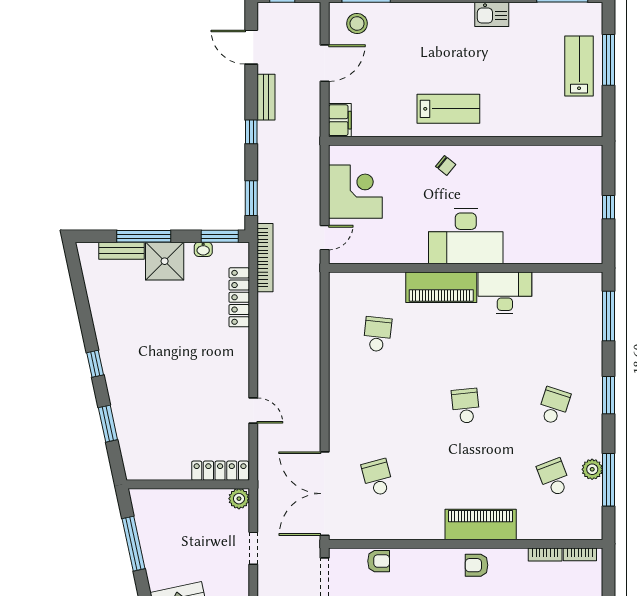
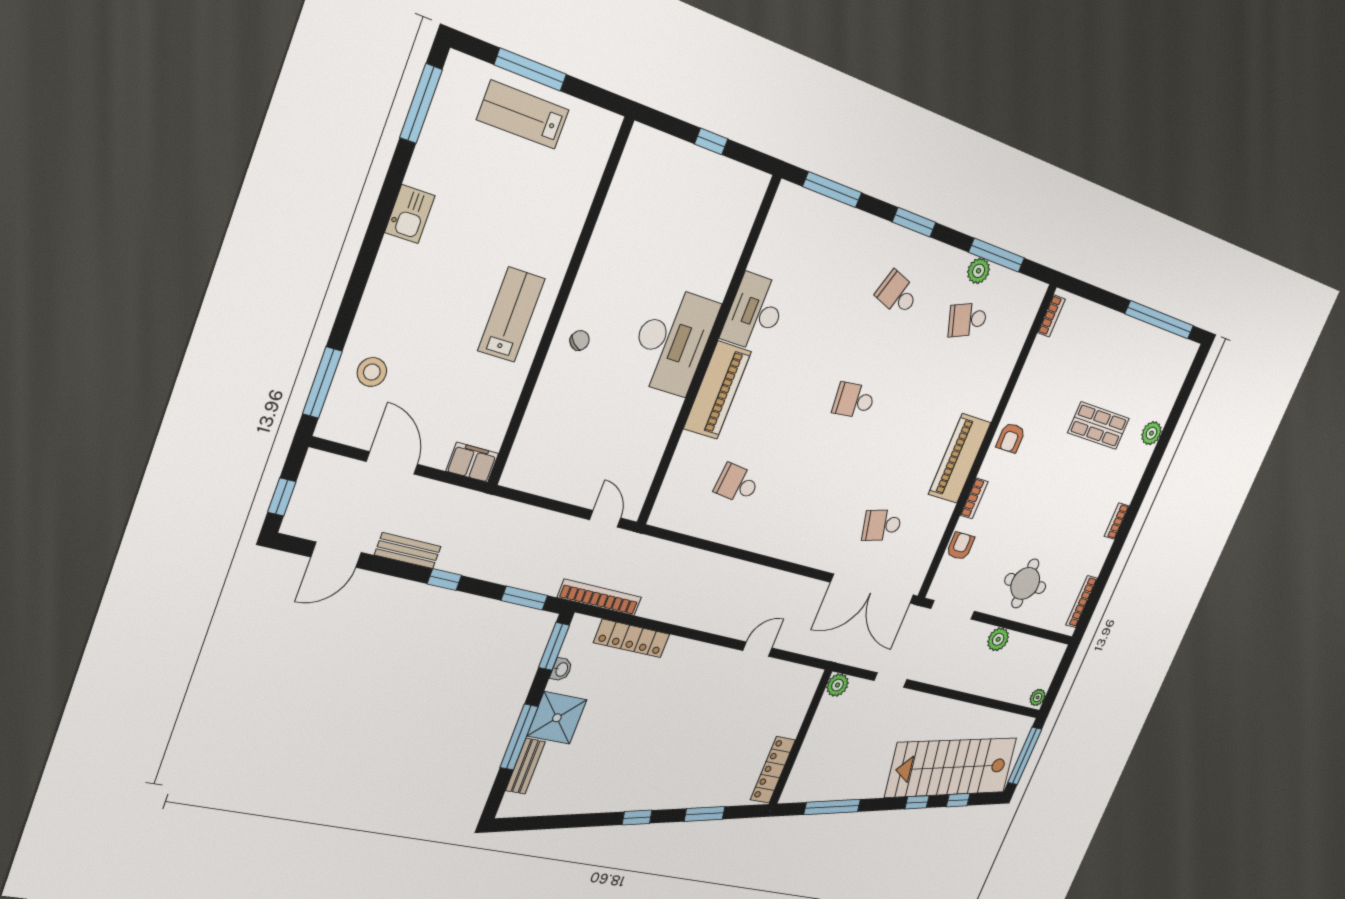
stool: (357, 23) -> (372, 372), moved
corner desk: (355, 192) -> (566, 466), removed
locker: (220, 471) -> (773, 770), moved
piano: (481, 524) -> (960, 459), moved
bookcase: (545, 555) -> (974, 498), moved

